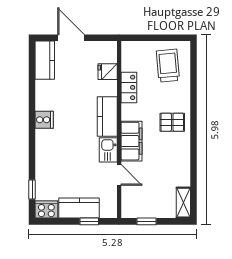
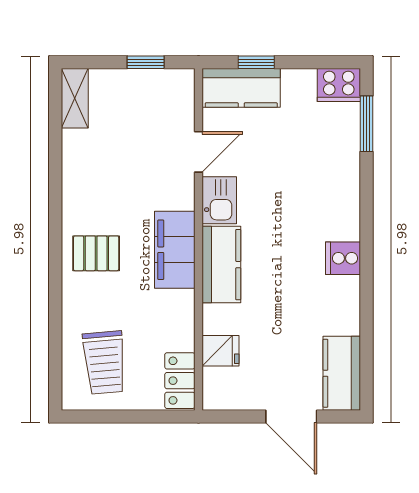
locker: (129, 87) -> (180, 381), moved
filing cabinet: (131, 141) -> (175, 250), moved
door: (119, 175) -> (199, 152), swing flipped
window: (32, 189) -> (366, 124), width x1.50
kitchen counter: (79, 208) -> (241, 88), moved

